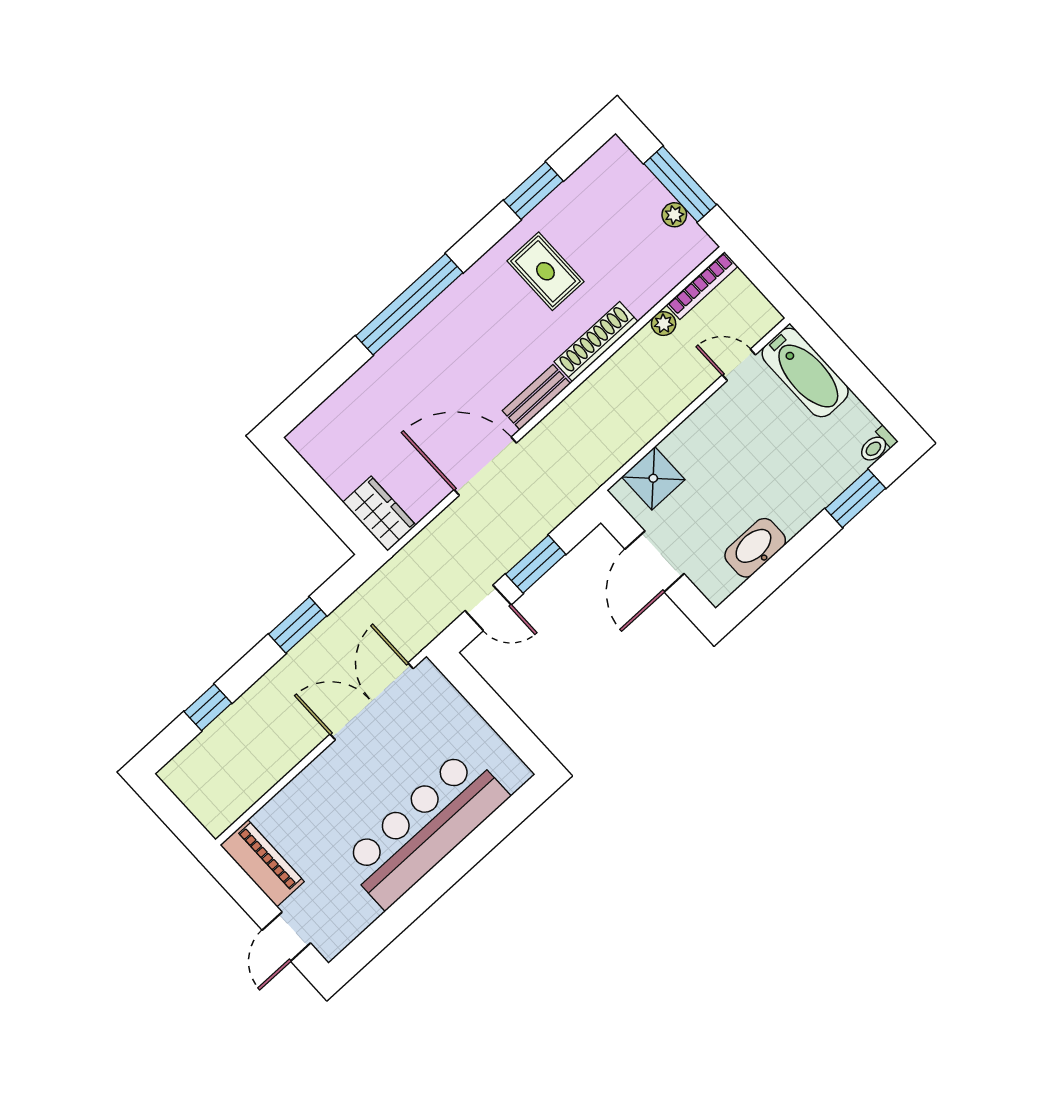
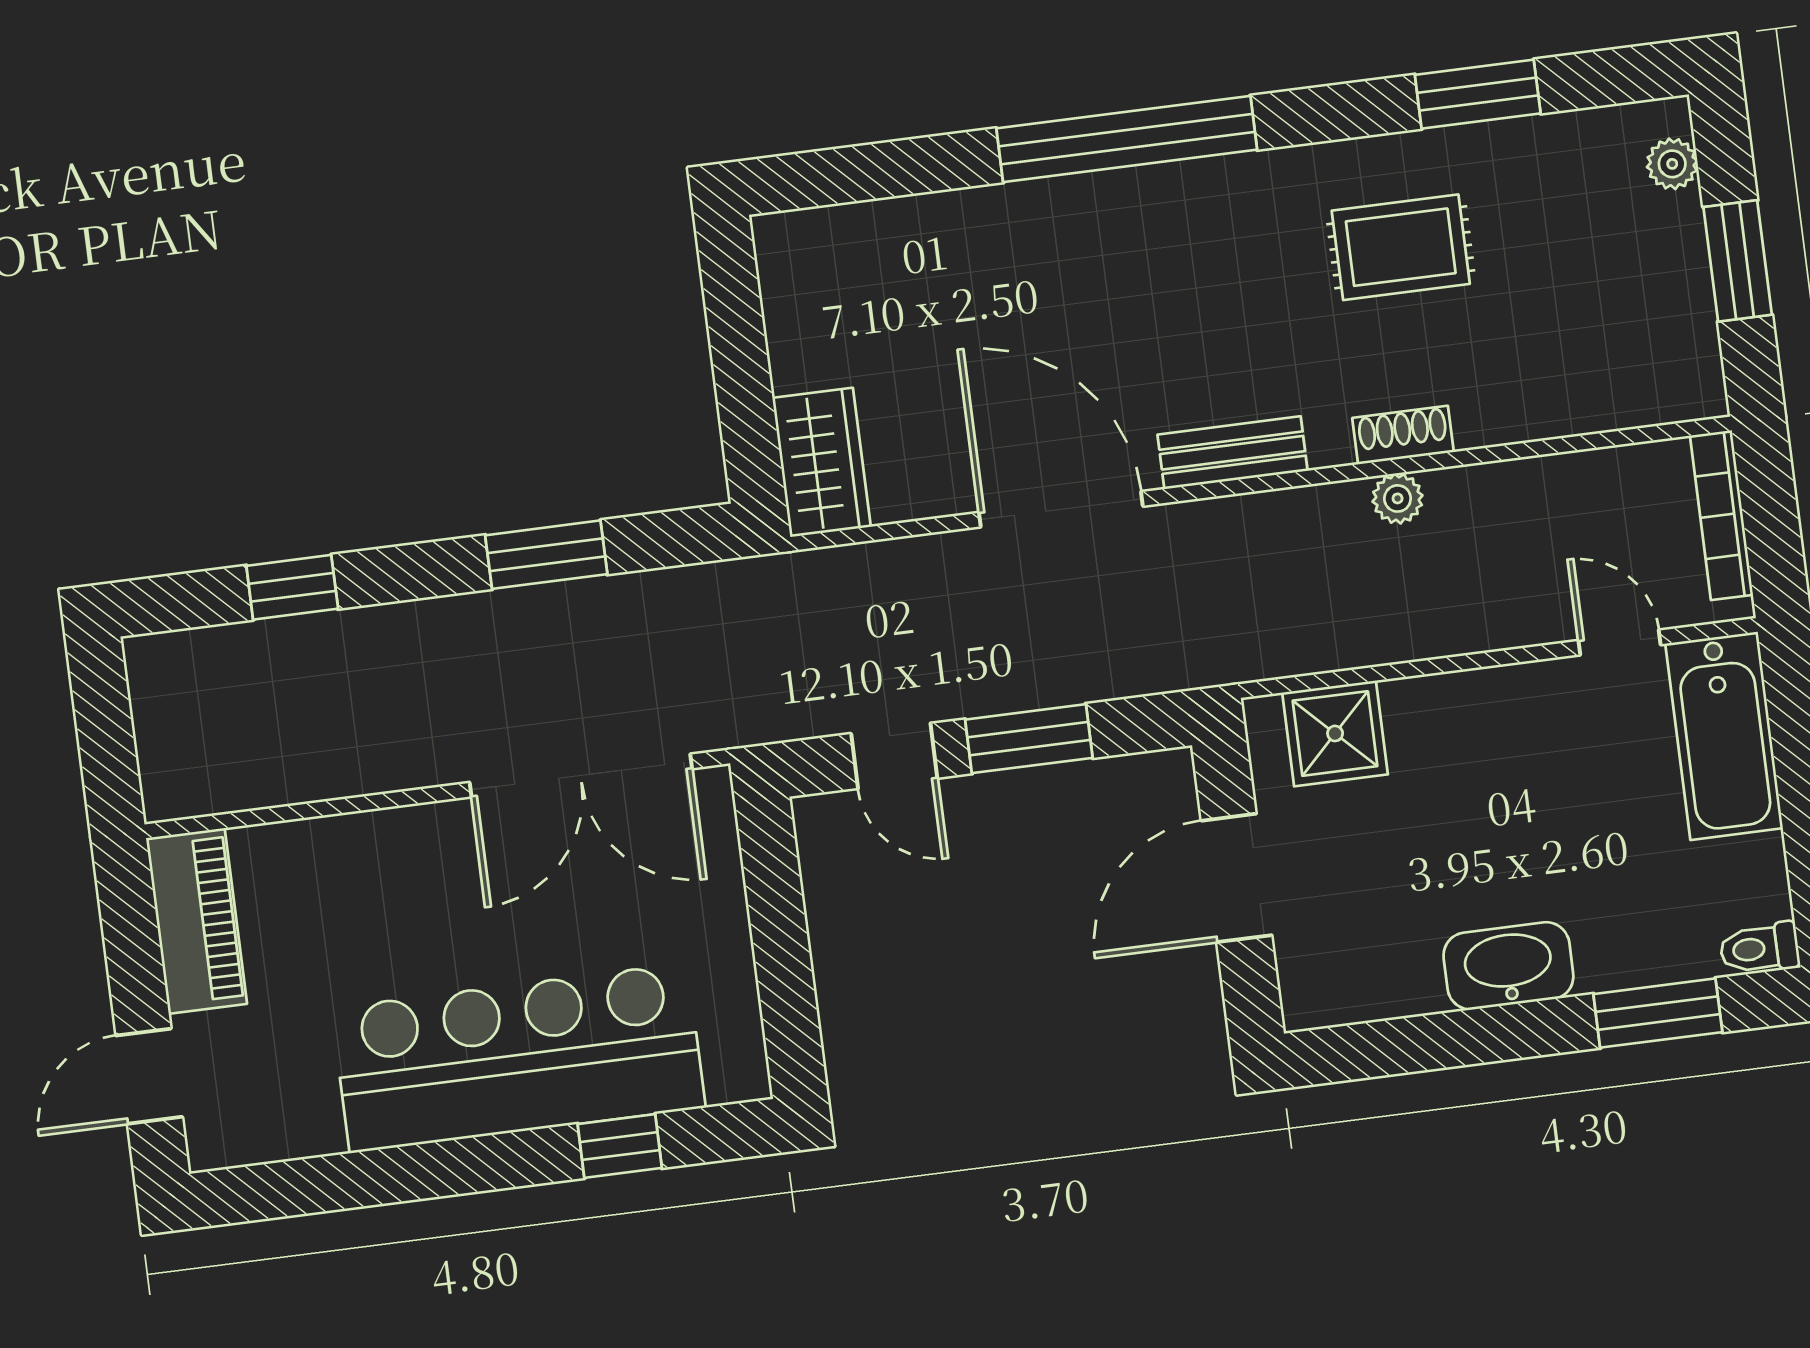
window: (680, 184) -> (1738, 261), width x0.69
plant: (674, 215) -> (1672, 164), moved
rug: (545, 271) -> (1401, 247), turned 90
bookcase: (702, 286) -> (1722, 515), moved, turned 90
plant: (664, 324) -> (1398, 498), moved
shoe rack: (596, 342) -> (1403, 435), width x0.51, depth x0.81
washbasin: (755, 548) -> (1508, 966), moved
double door: (372, 701) -> (581, 776), swing flipped
window: (488, 835) -> (620, 1146), added

